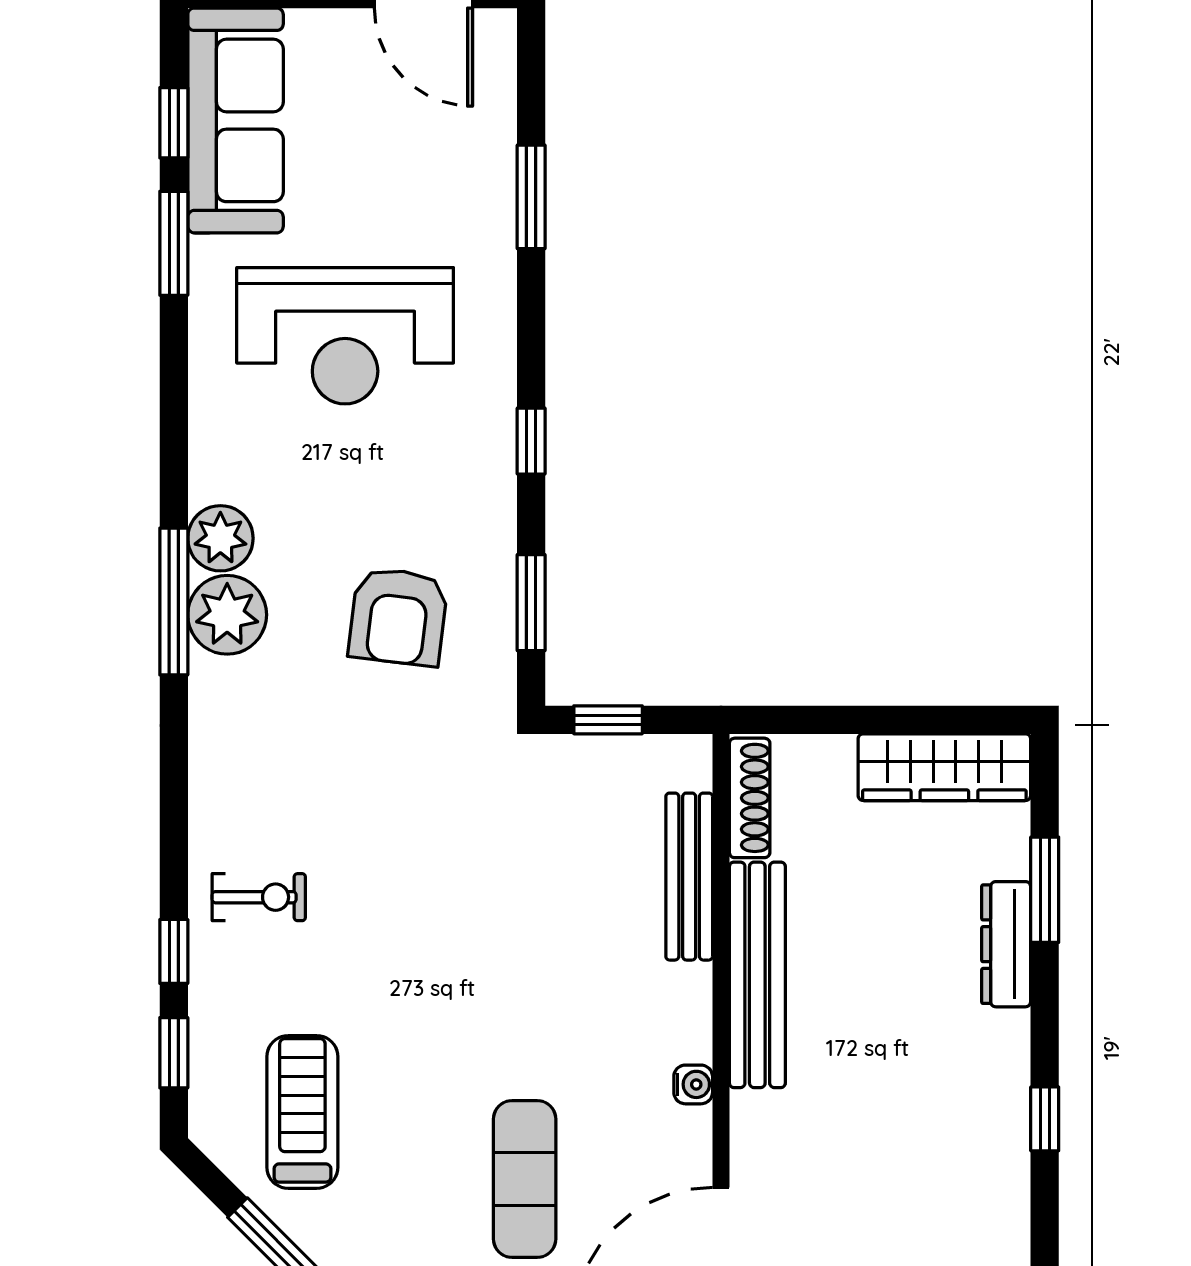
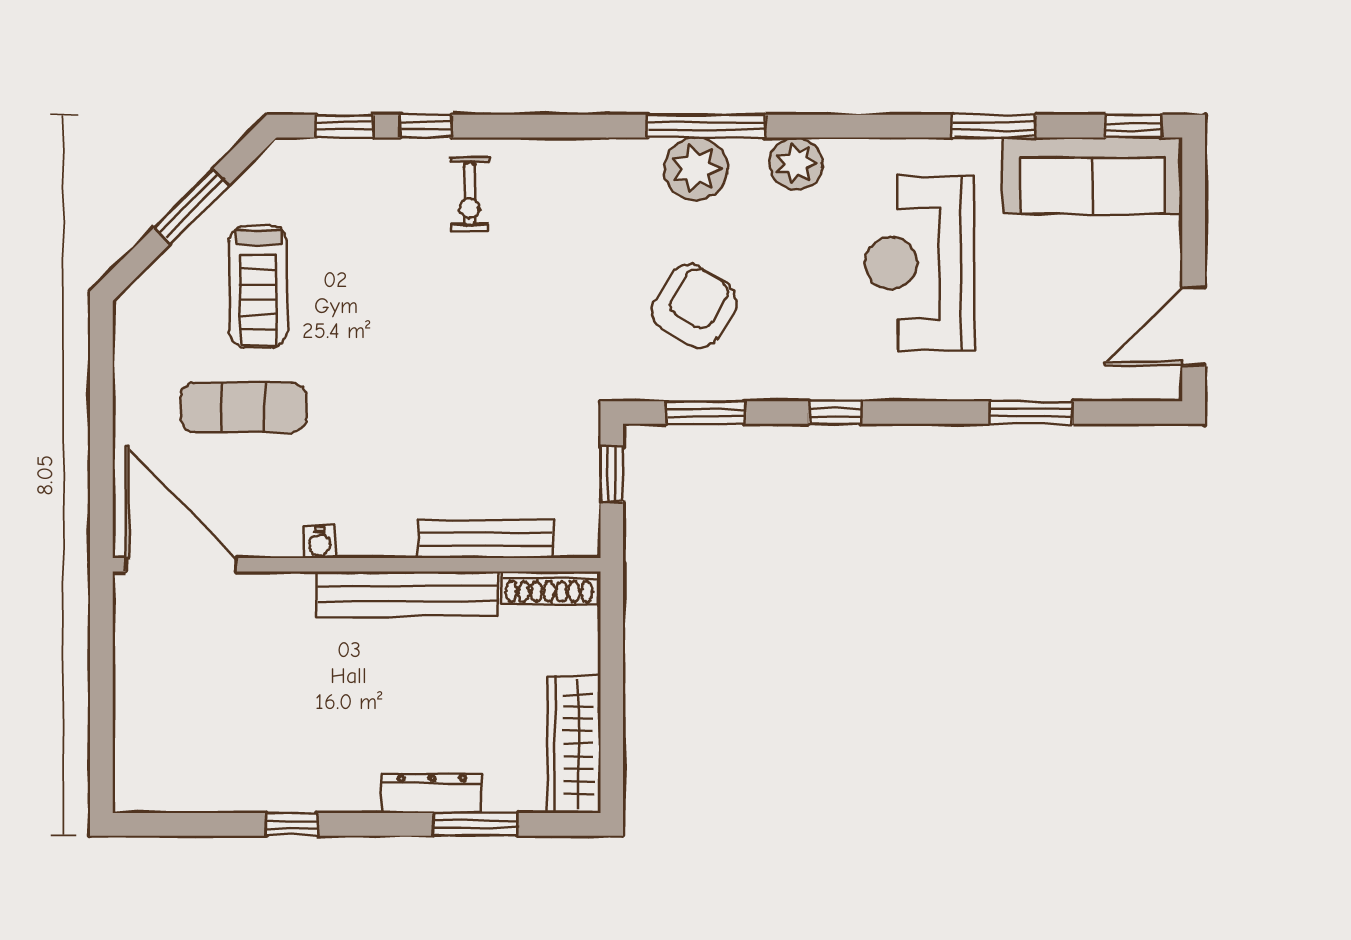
window: (174, 123) -> (1133, 126), moved
plant: (220, 538) -> (796, 163), moved
armchair: (398, 617) -> (694, 306), turned 115
treadmill: (302, 1112) -> (258, 287), moved, turned 90

